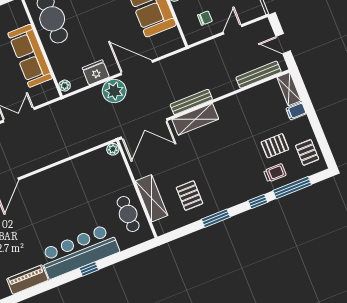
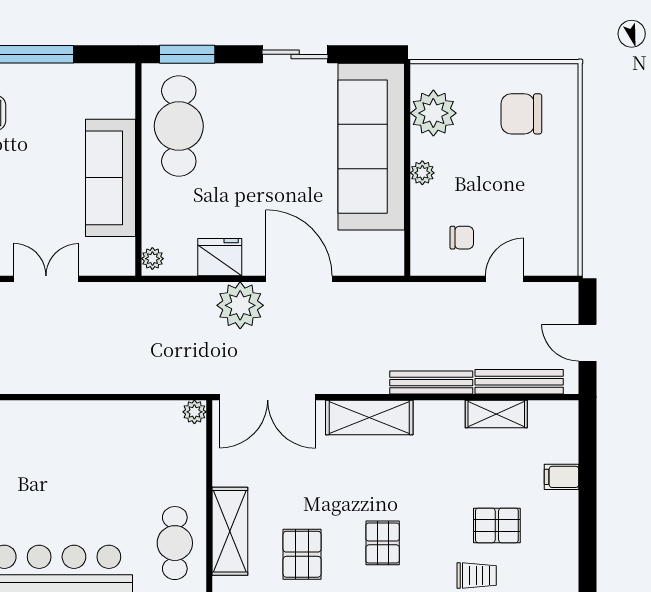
shelving: (289, 89) -> (496, 414), moved, turned 90
bench: (191, 102) -> (431, 383), moved
pallet: (307, 152) -> (383, 543), moved

